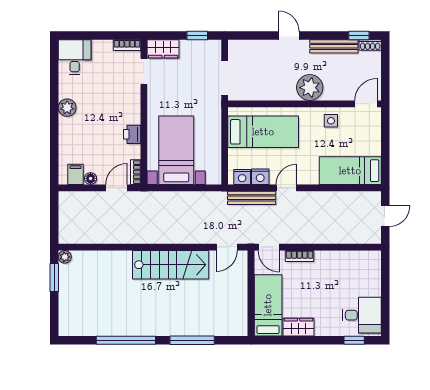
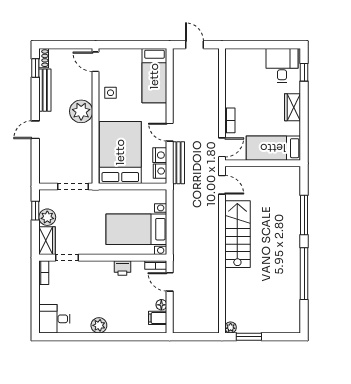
plant: (190, 49) -> (47, 217), added
bed: (263, 132) -> (120, 152), width x1.50
wardrobe: (299, 327) -> (293, 107), moved

